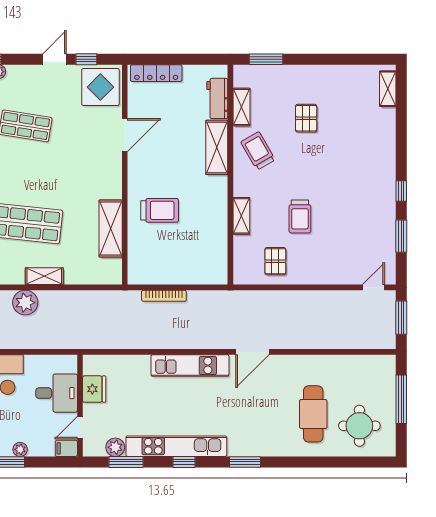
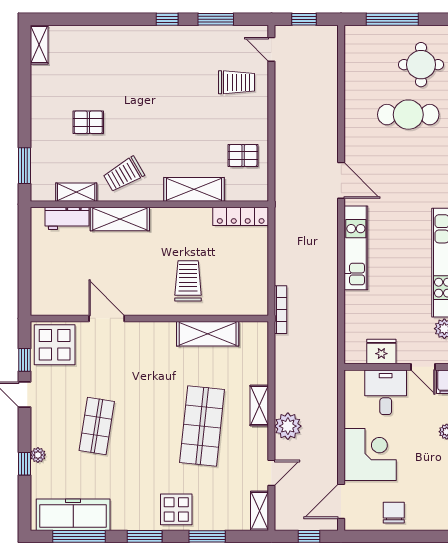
locker: (156, 73) -> (241, 216), moved, turned 90
shelving: (388, 89) -> (39, 45), moved, turned 90
shelving: (241, 216) -> (194, 189), width x1.50, depth x1.33
trolley: (300, 217) -> (236, 82), moved
bookcase: (164, 296) -> (280, 310), moved
window: (401, 318) -> (304, 19), width x0.67

